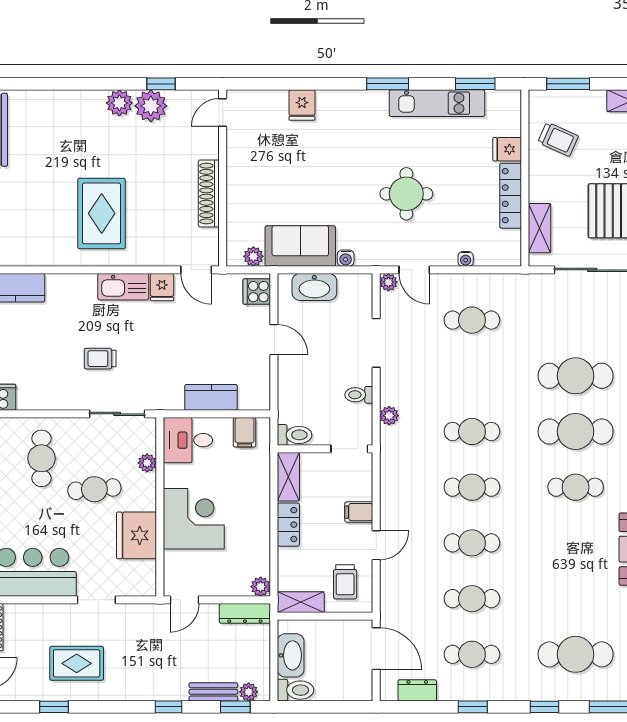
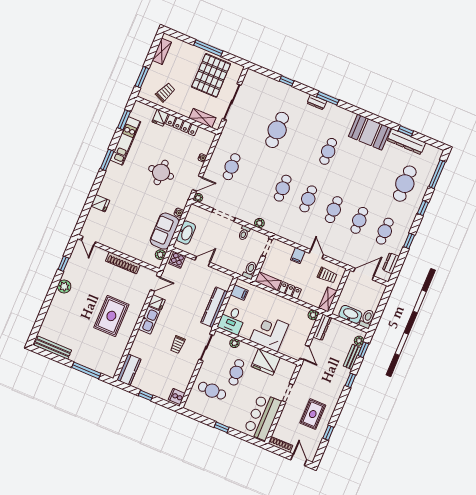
plant: (151, 106) -> (72, 273), removed
rug: (102, 213) -> (111, 316), turned 90
kitchen counter: (211, 397) -> (214, 307), width x1.50
cafe table: (576, 431) -> (303, 141), removed

